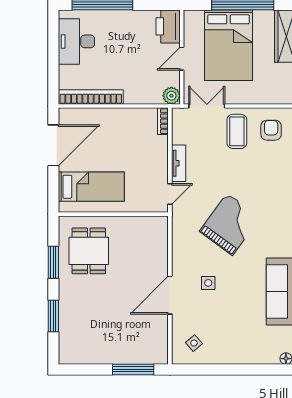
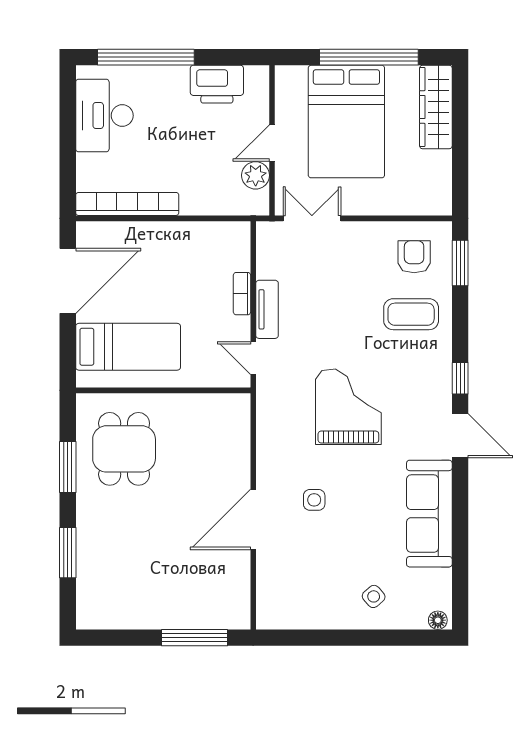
printer: (168, 26) -> (217, 84), moved, turned -90
plant: (171, 96) -> (256, 175), moved
bookcase: (163, 121) -> (242, 294), moved
coffee table: (237, 131) -> (411, 314), moved, turned 90
door: (170, 194) -> (253, 358), swing flipped
grand piano: (230, 224) -> (348, 407), turned -36
side table: (194, 343) -> (374, 596), moved

